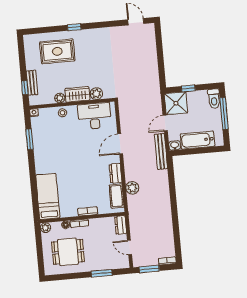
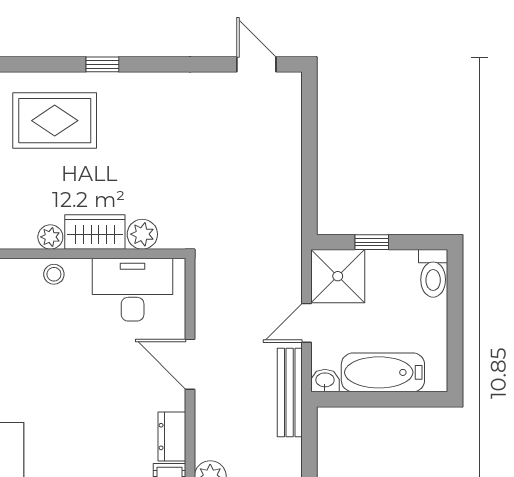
window: (224, 113) -> (455, 312), removed
door: (120, 144) -> (190, 364), hinge flipped

